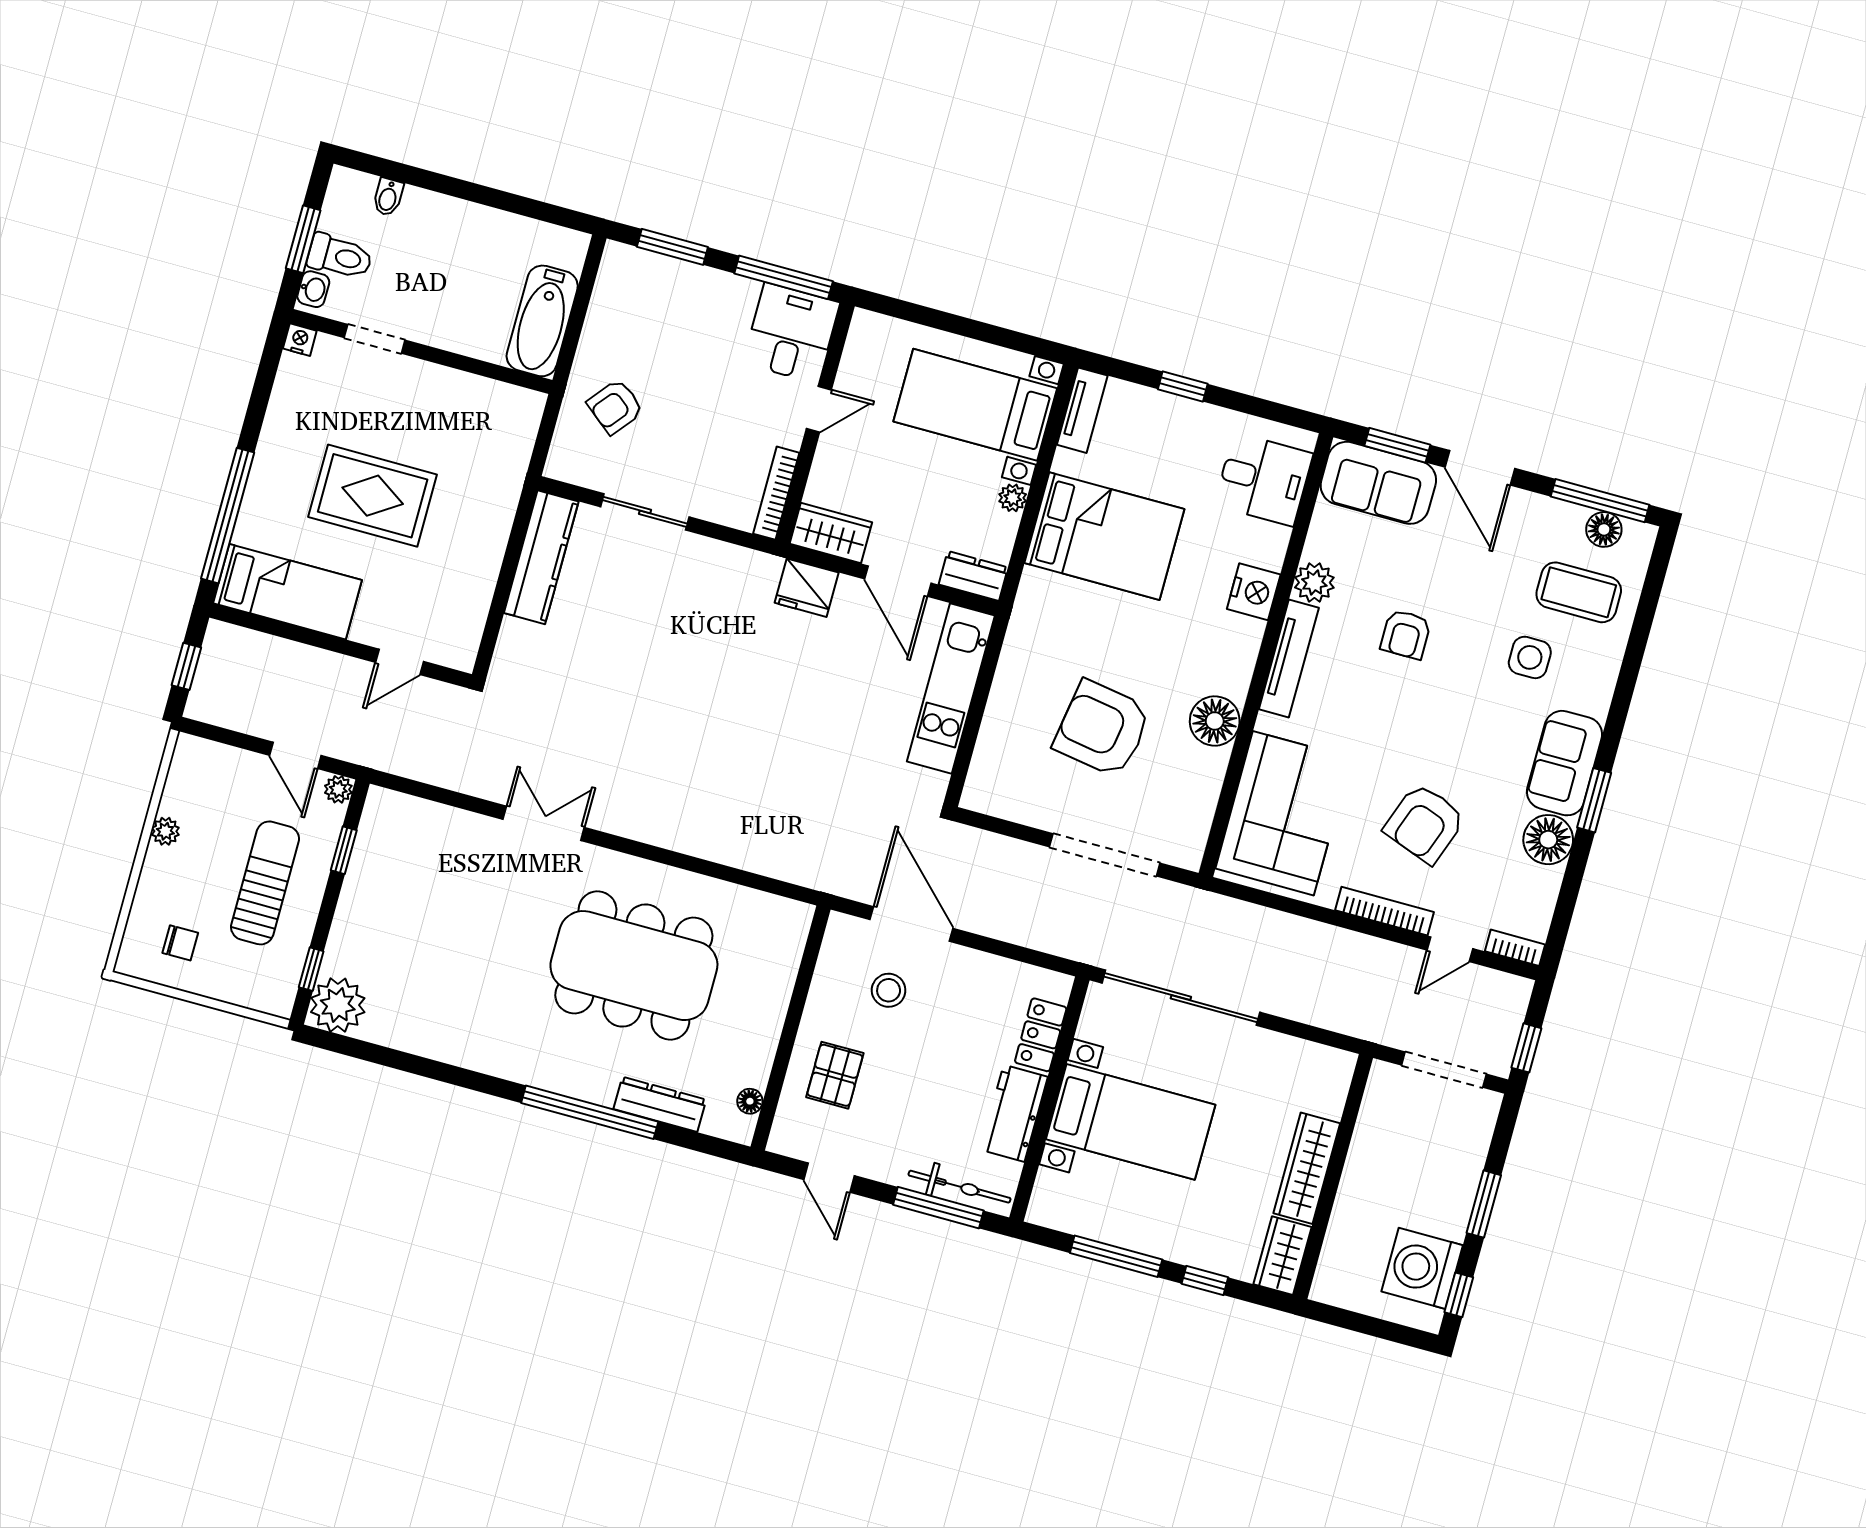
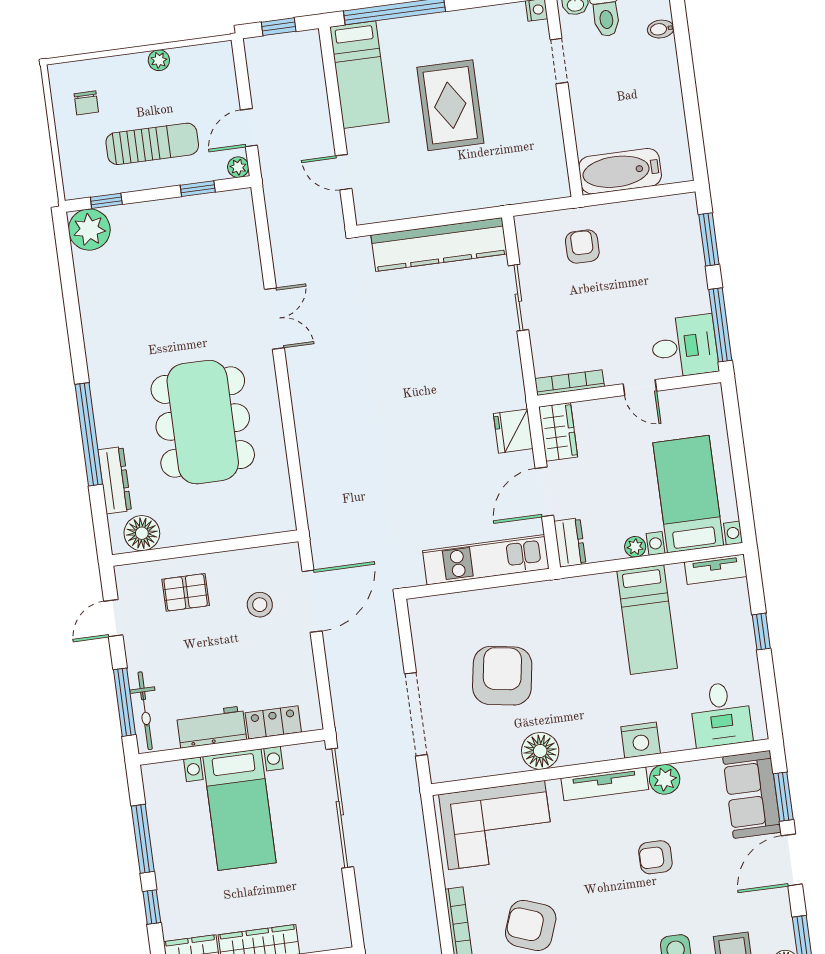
armchair: (615, 407) -> (582, 247), turned 51
bed: (1104, 536) -> (647, 620), width x0.67
kitchen counter: (541, 557) -> (439, 244), width x1.39, depth x1.17
floor lamp: (750, 1101) -> (142, 533), width x1.89, depth x1.89

